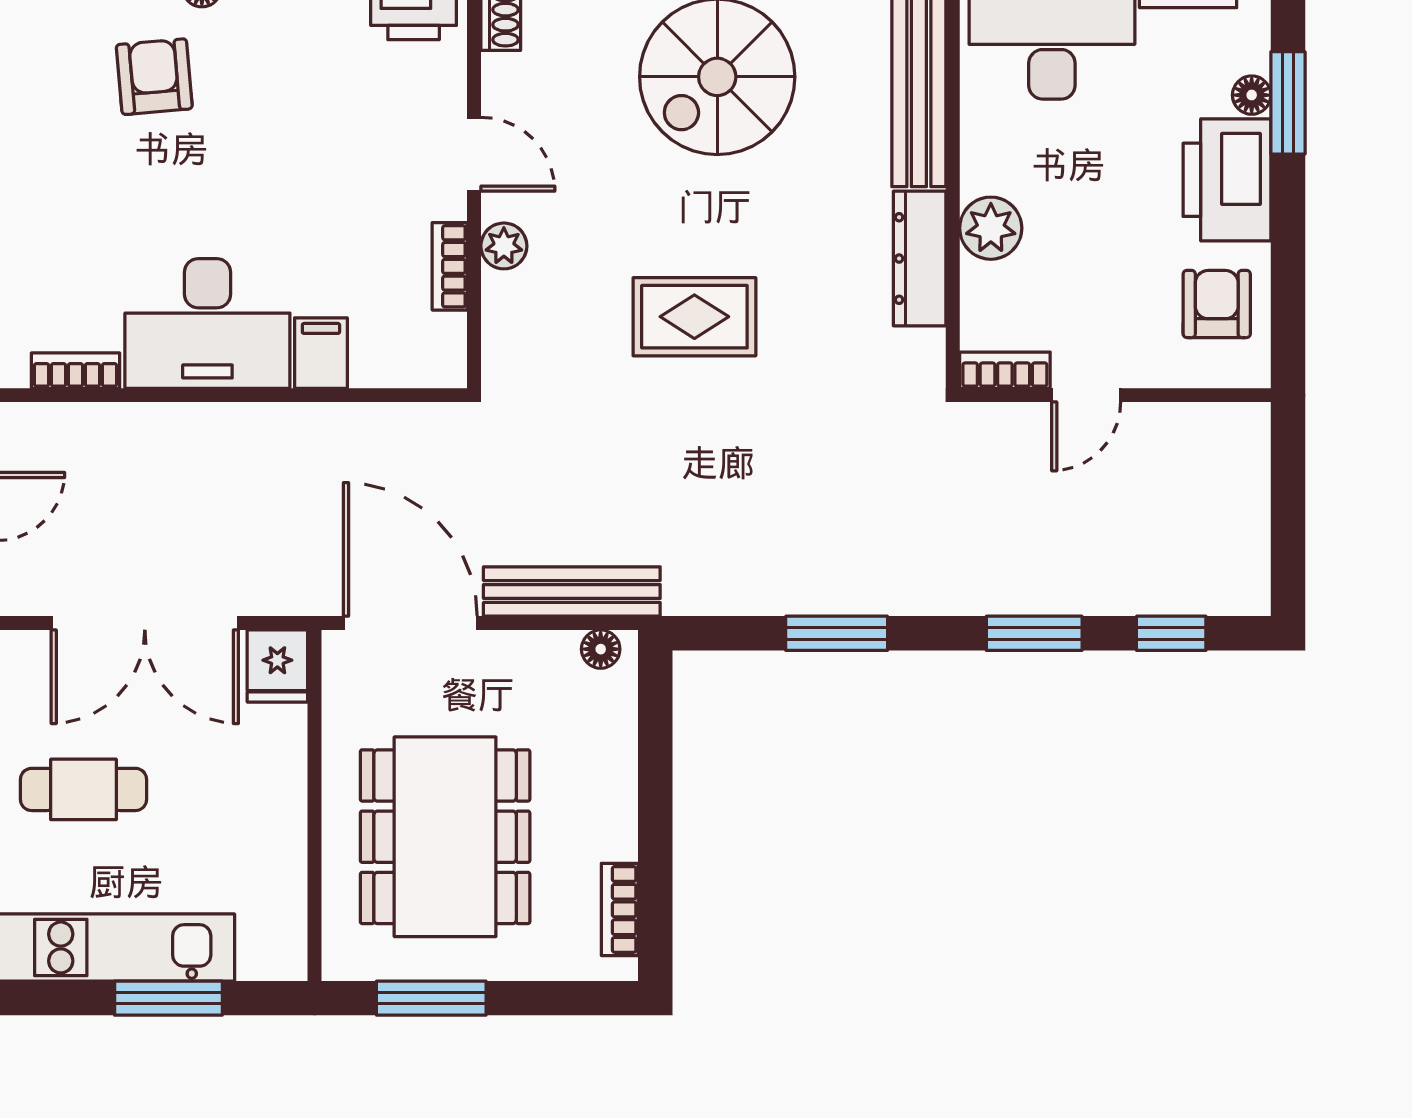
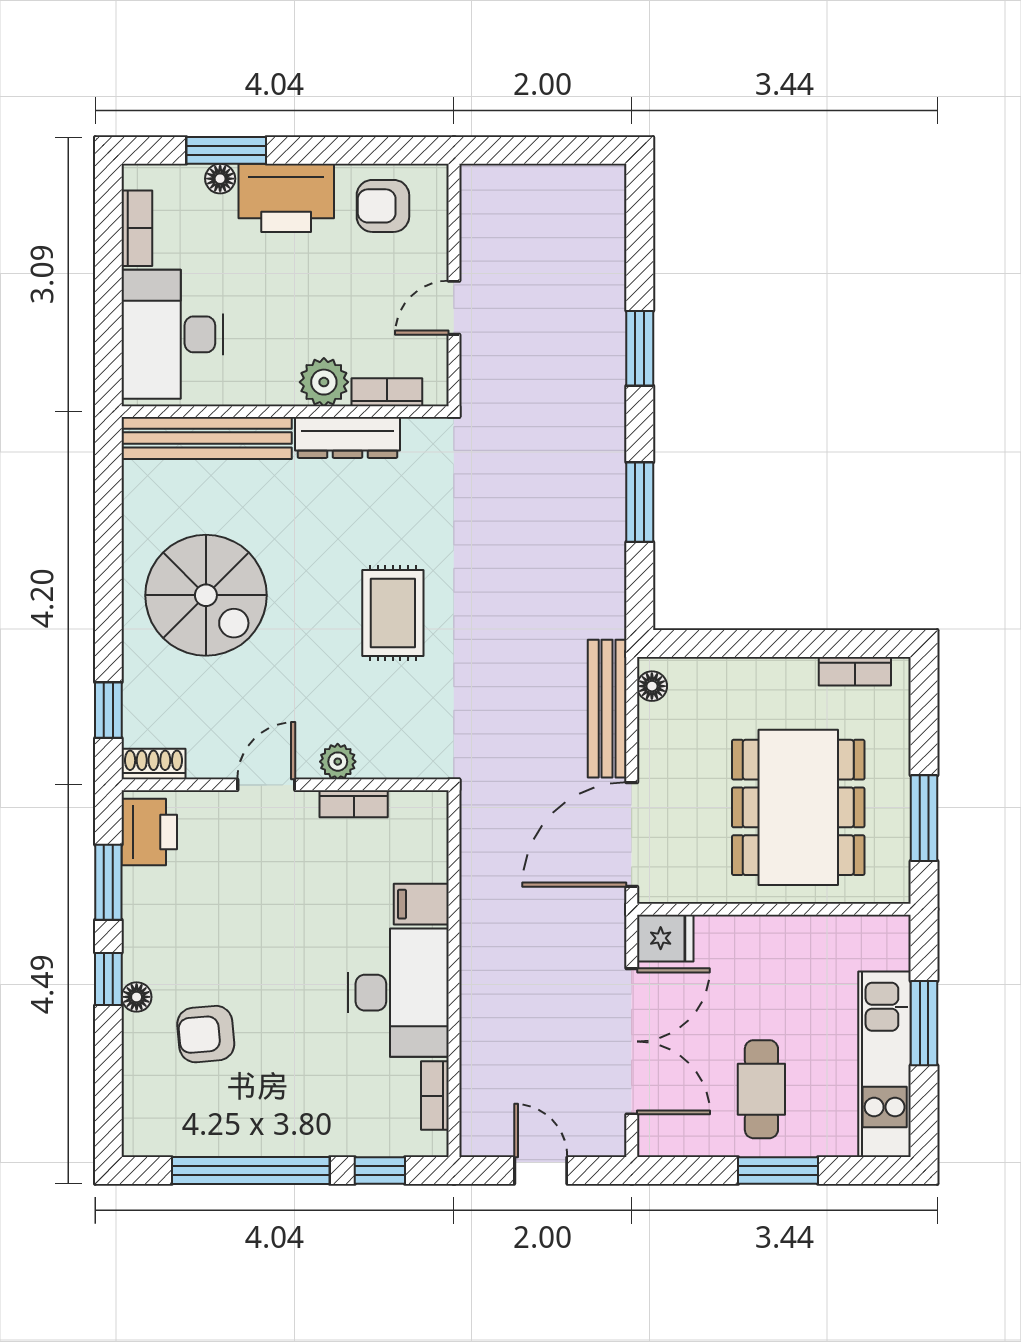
bookcase: (1005, 370) -> (387, 392), moved, turned 90
door: (1086, 395) -> (454, 308), swing flipped
window: (1171, 633) -> (640, 241), removed
dining table: (445, 837) -> (798, 807), turned 90

